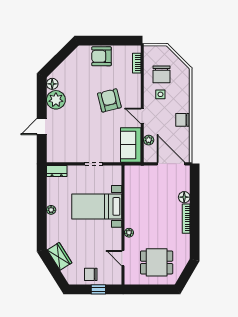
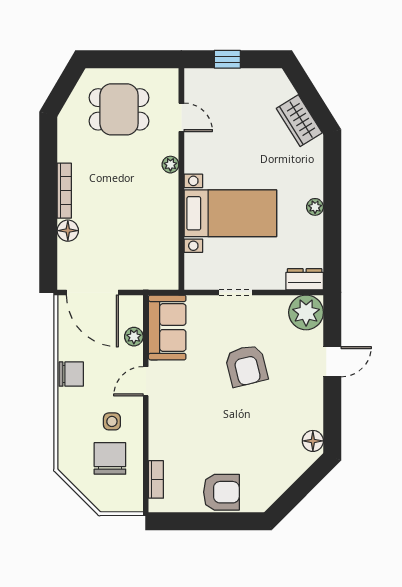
plant: (56, 100) -> (306, 312), moved
armchair: (109, 100) -> (246, 366), moved
door: (142, 116) -> (146, 381), swing flipped
chair: (91, 274) -> (241, 87), removed

